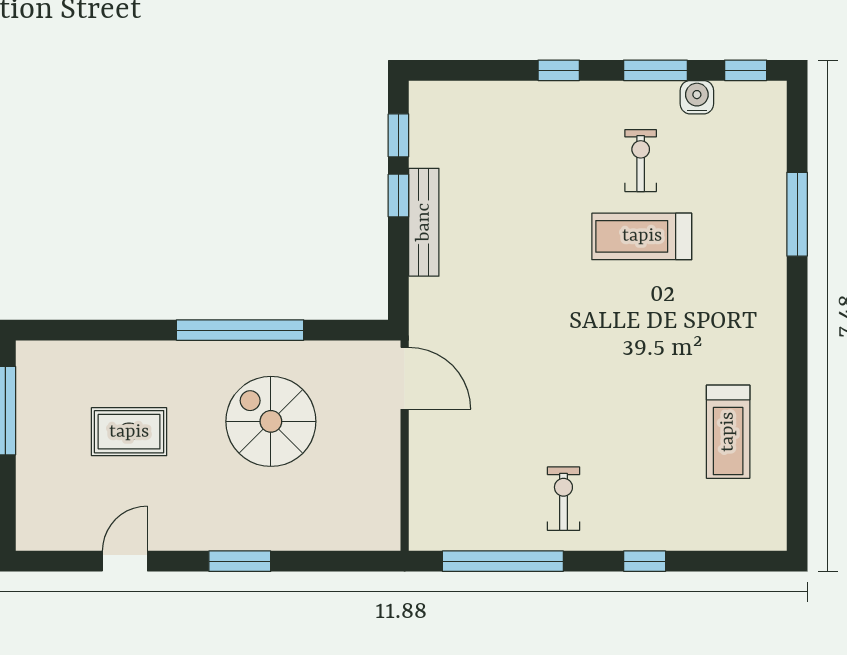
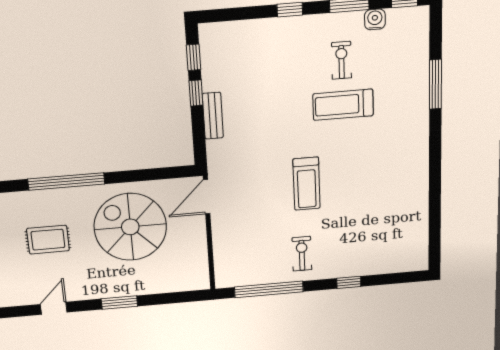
bench: (424, 222) -> (213, 116), width x0.73
window: (240, 330) -> (66, 182), moved
door: (405, 378) -> (207, 197), swing flipped
spiral stairs: (271, 421) -> (130, 227), width x1.37, depth x1.37
treadmill: (728, 432) -> (307, 184), moved

